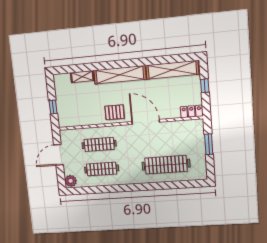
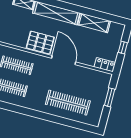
shelving: (172, 70) -> (94, 23), width x0.68
pallet: (115, 112) -> (40, 43), width x1.50, depth x1.42

